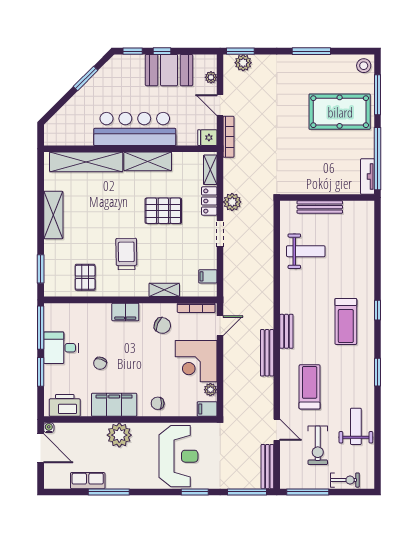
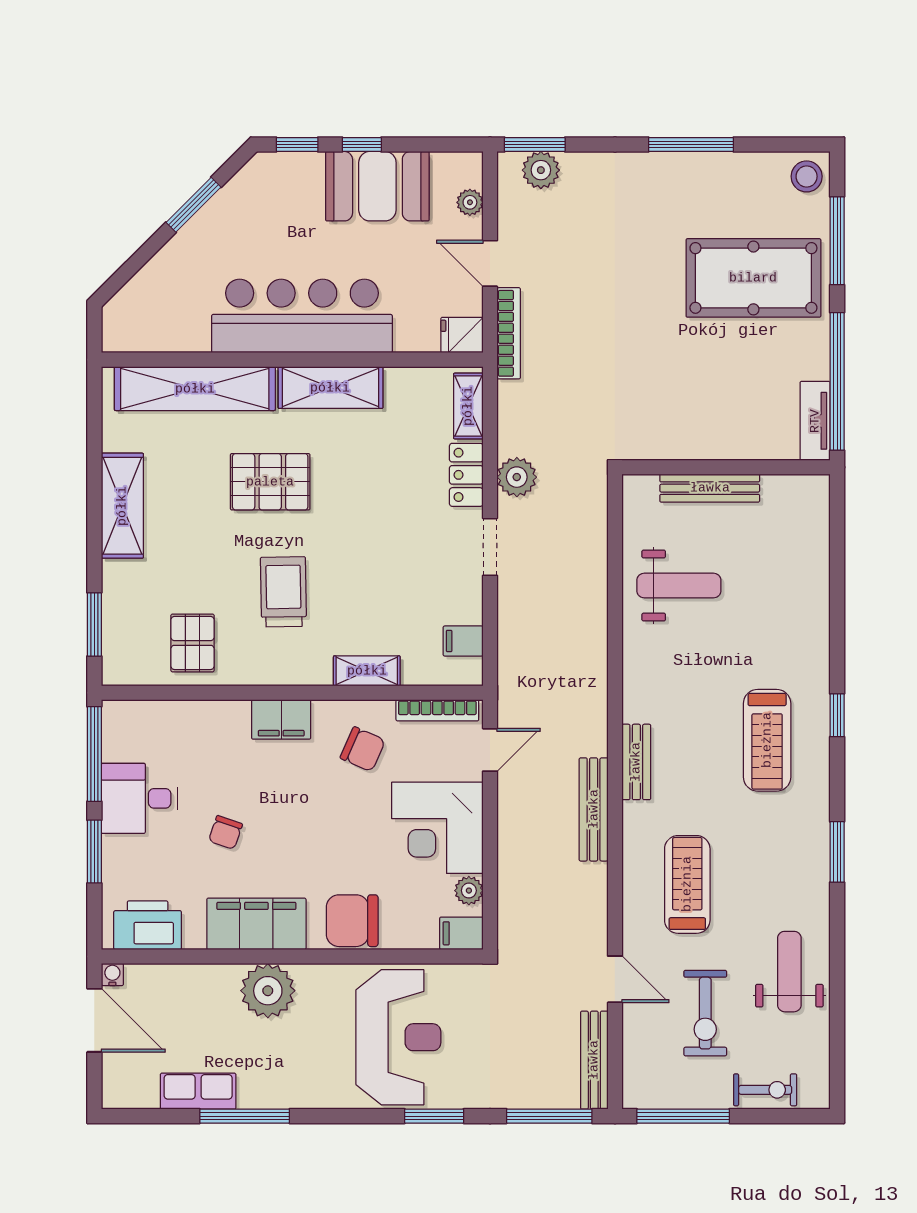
pallet: (163, 211) -> (270, 482), moved
chair: (158, 403) -> (352, 921), width x1.87, depth x1.87

